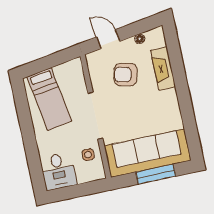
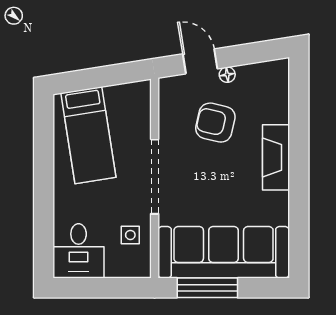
floor lamp: (140, 39) -> (227, 75), moved
fireplace: (163, 69) -> (276, 157), moved
window: (156, 174) -> (207, 288), moved

